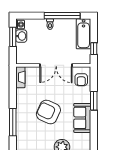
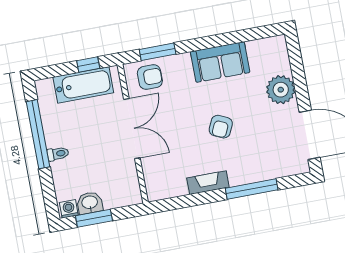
bathtub: (84, 34) -> (83, 85), moved
fireplace: (20, 77) -> (208, 183), moved
window: (94, 101) -> (158, 52), moved
armchair: (48, 112) -> (221, 127), width x0.53, depth x0.53

